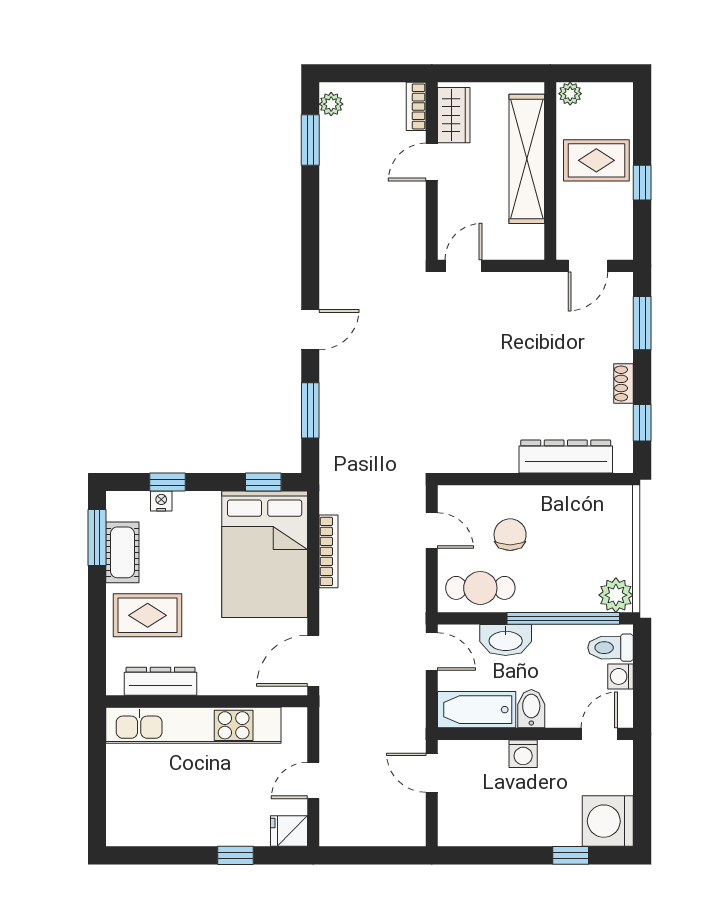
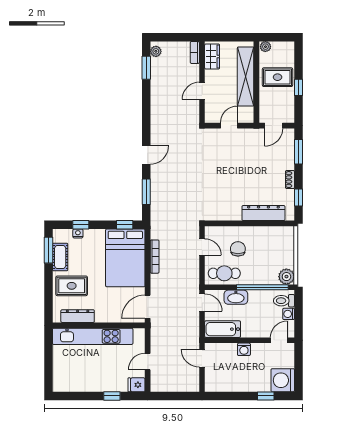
door: (432, 162) -> (202, 91), moved
door: (464, 266) -> (229, 126), moved
bidet: (531, 709) -> (248, 329), removed

